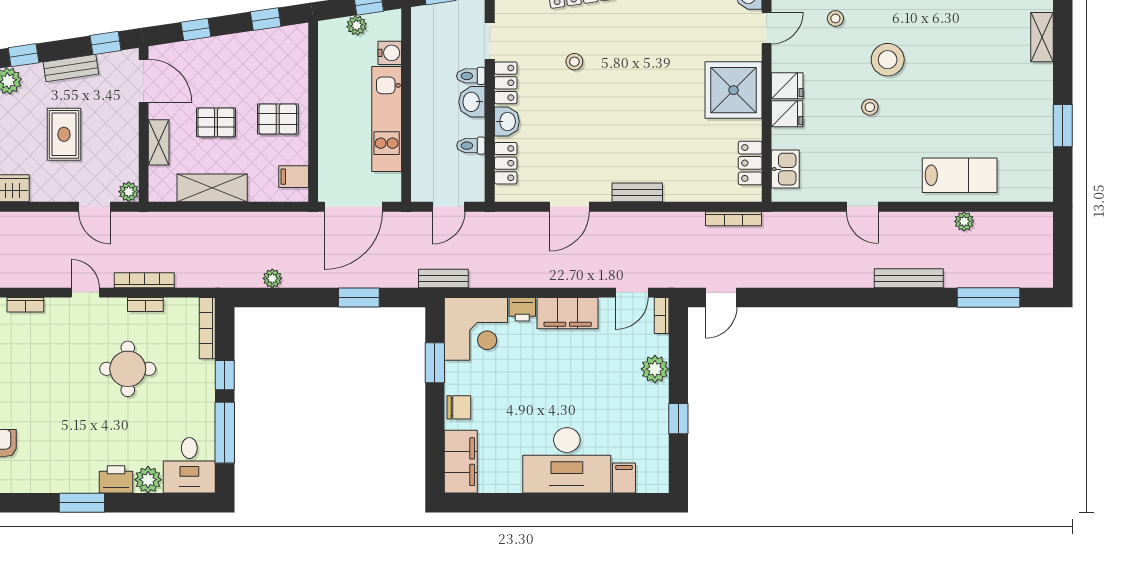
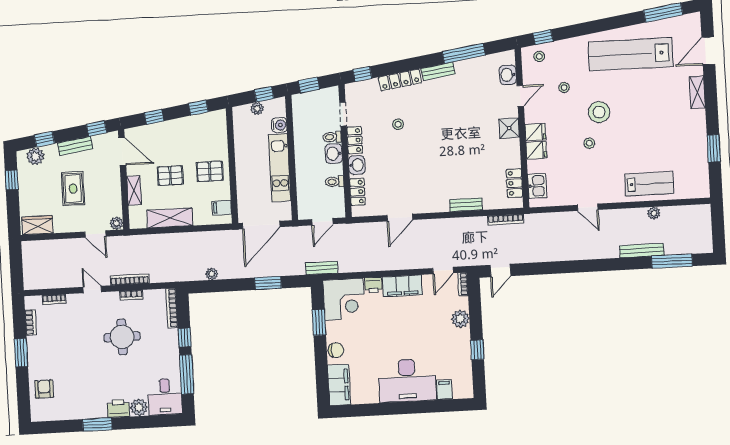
shower: (734, 90) -> (509, 128), width x0.54, depth x0.54
bench: (637, 192) -> (466, 205), moved
bench: (909, 278) -> (642, 250), moved

